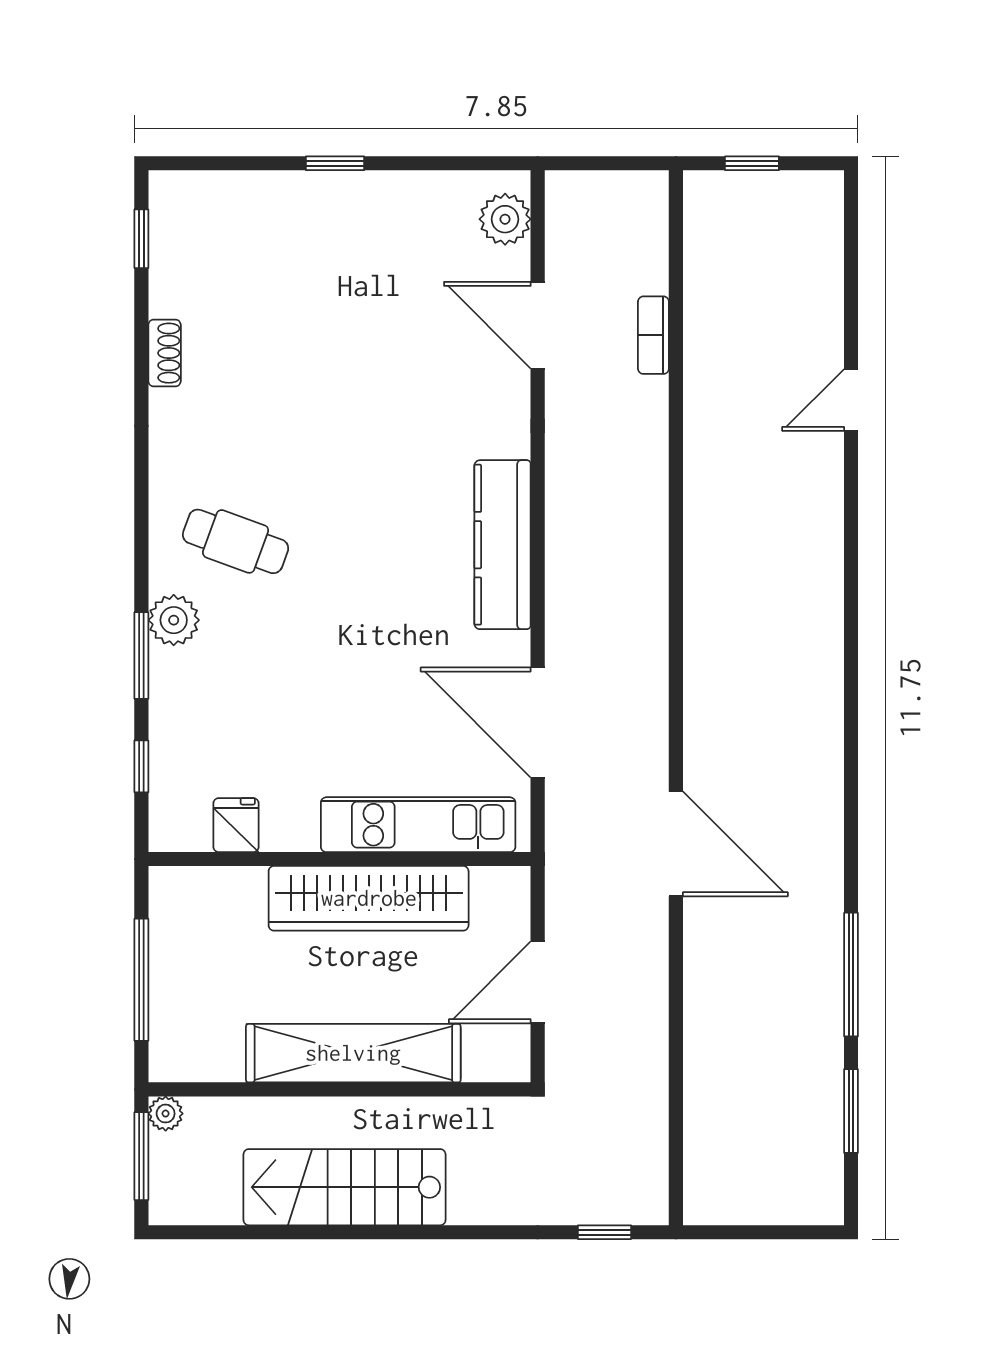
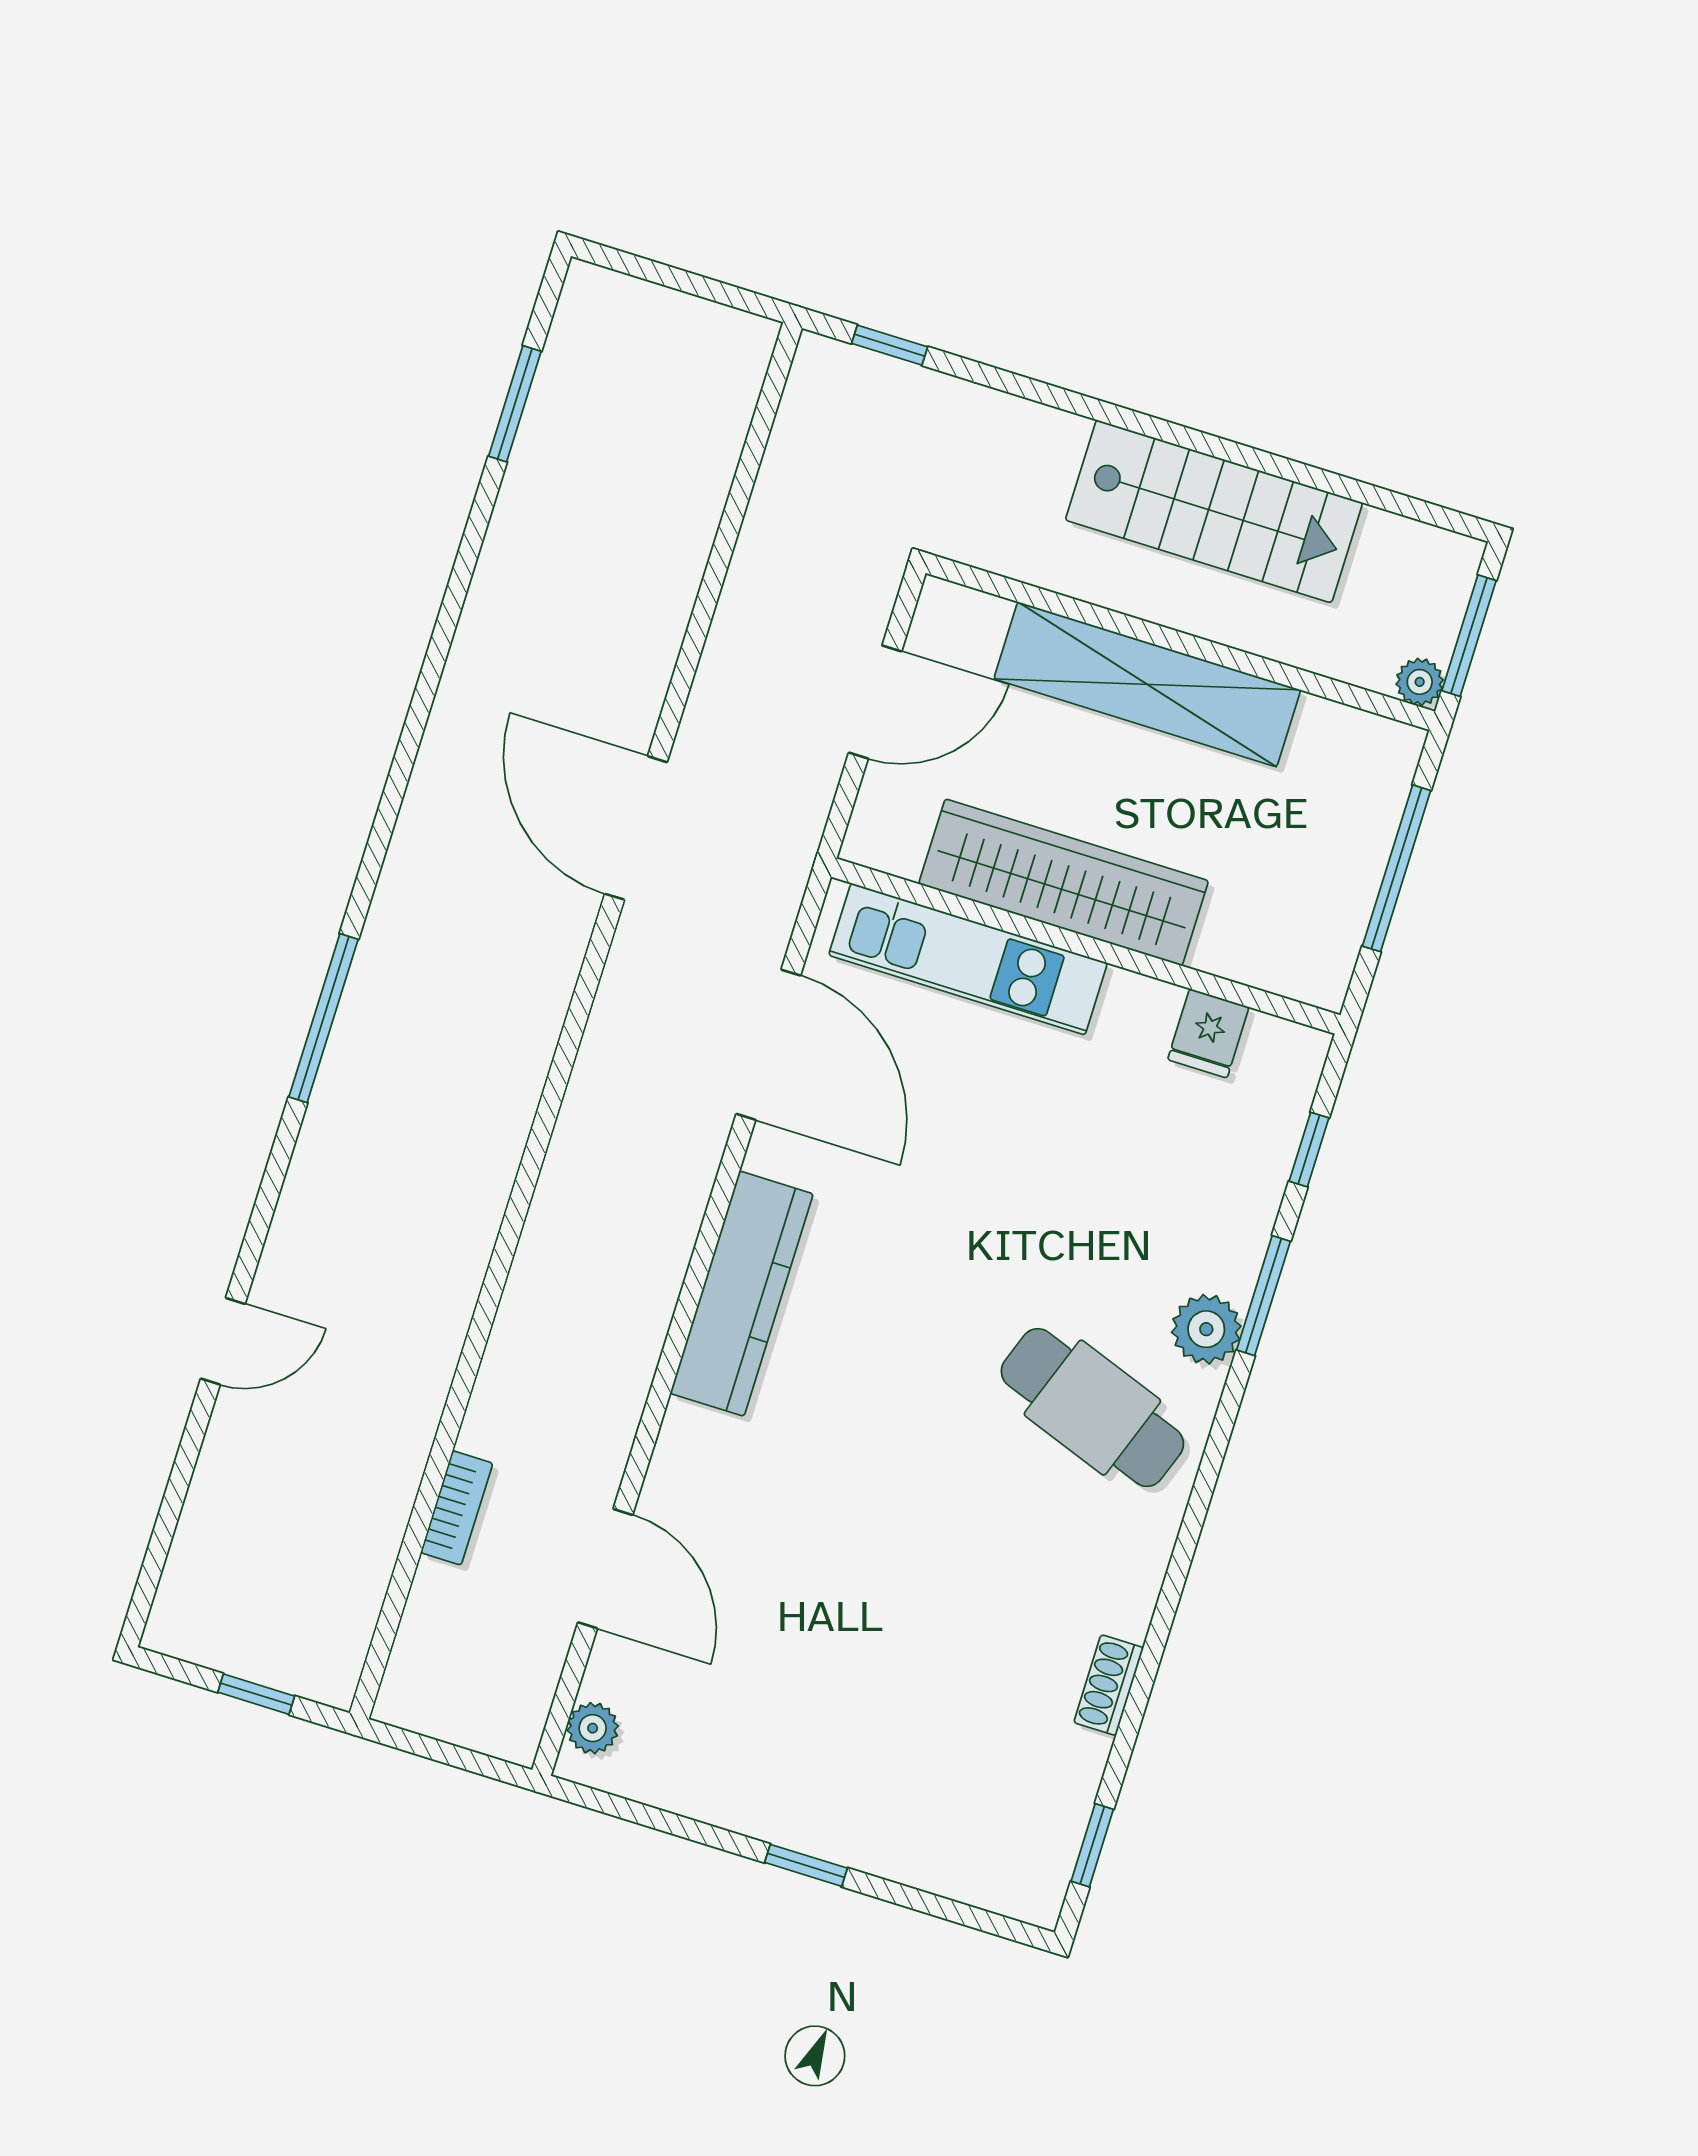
plant: (505, 219) -> (593, 1728), width x0.73, depth x0.73
cafe table: (236, 541) -> (1092, 1408), width x1.37, depth x1.35
window: (851, 975) -> (323, 1018), moved

